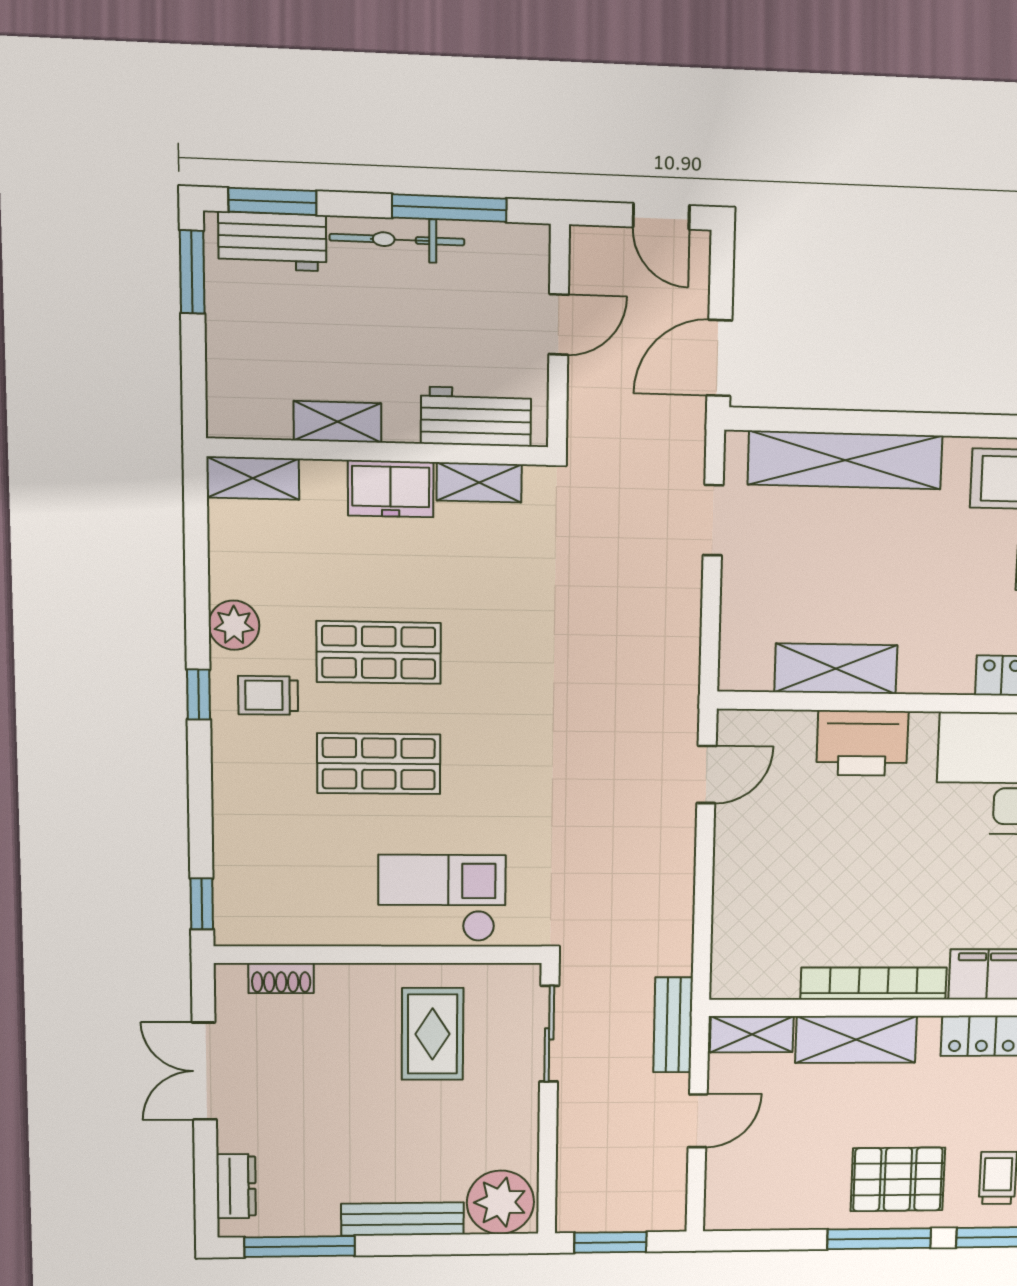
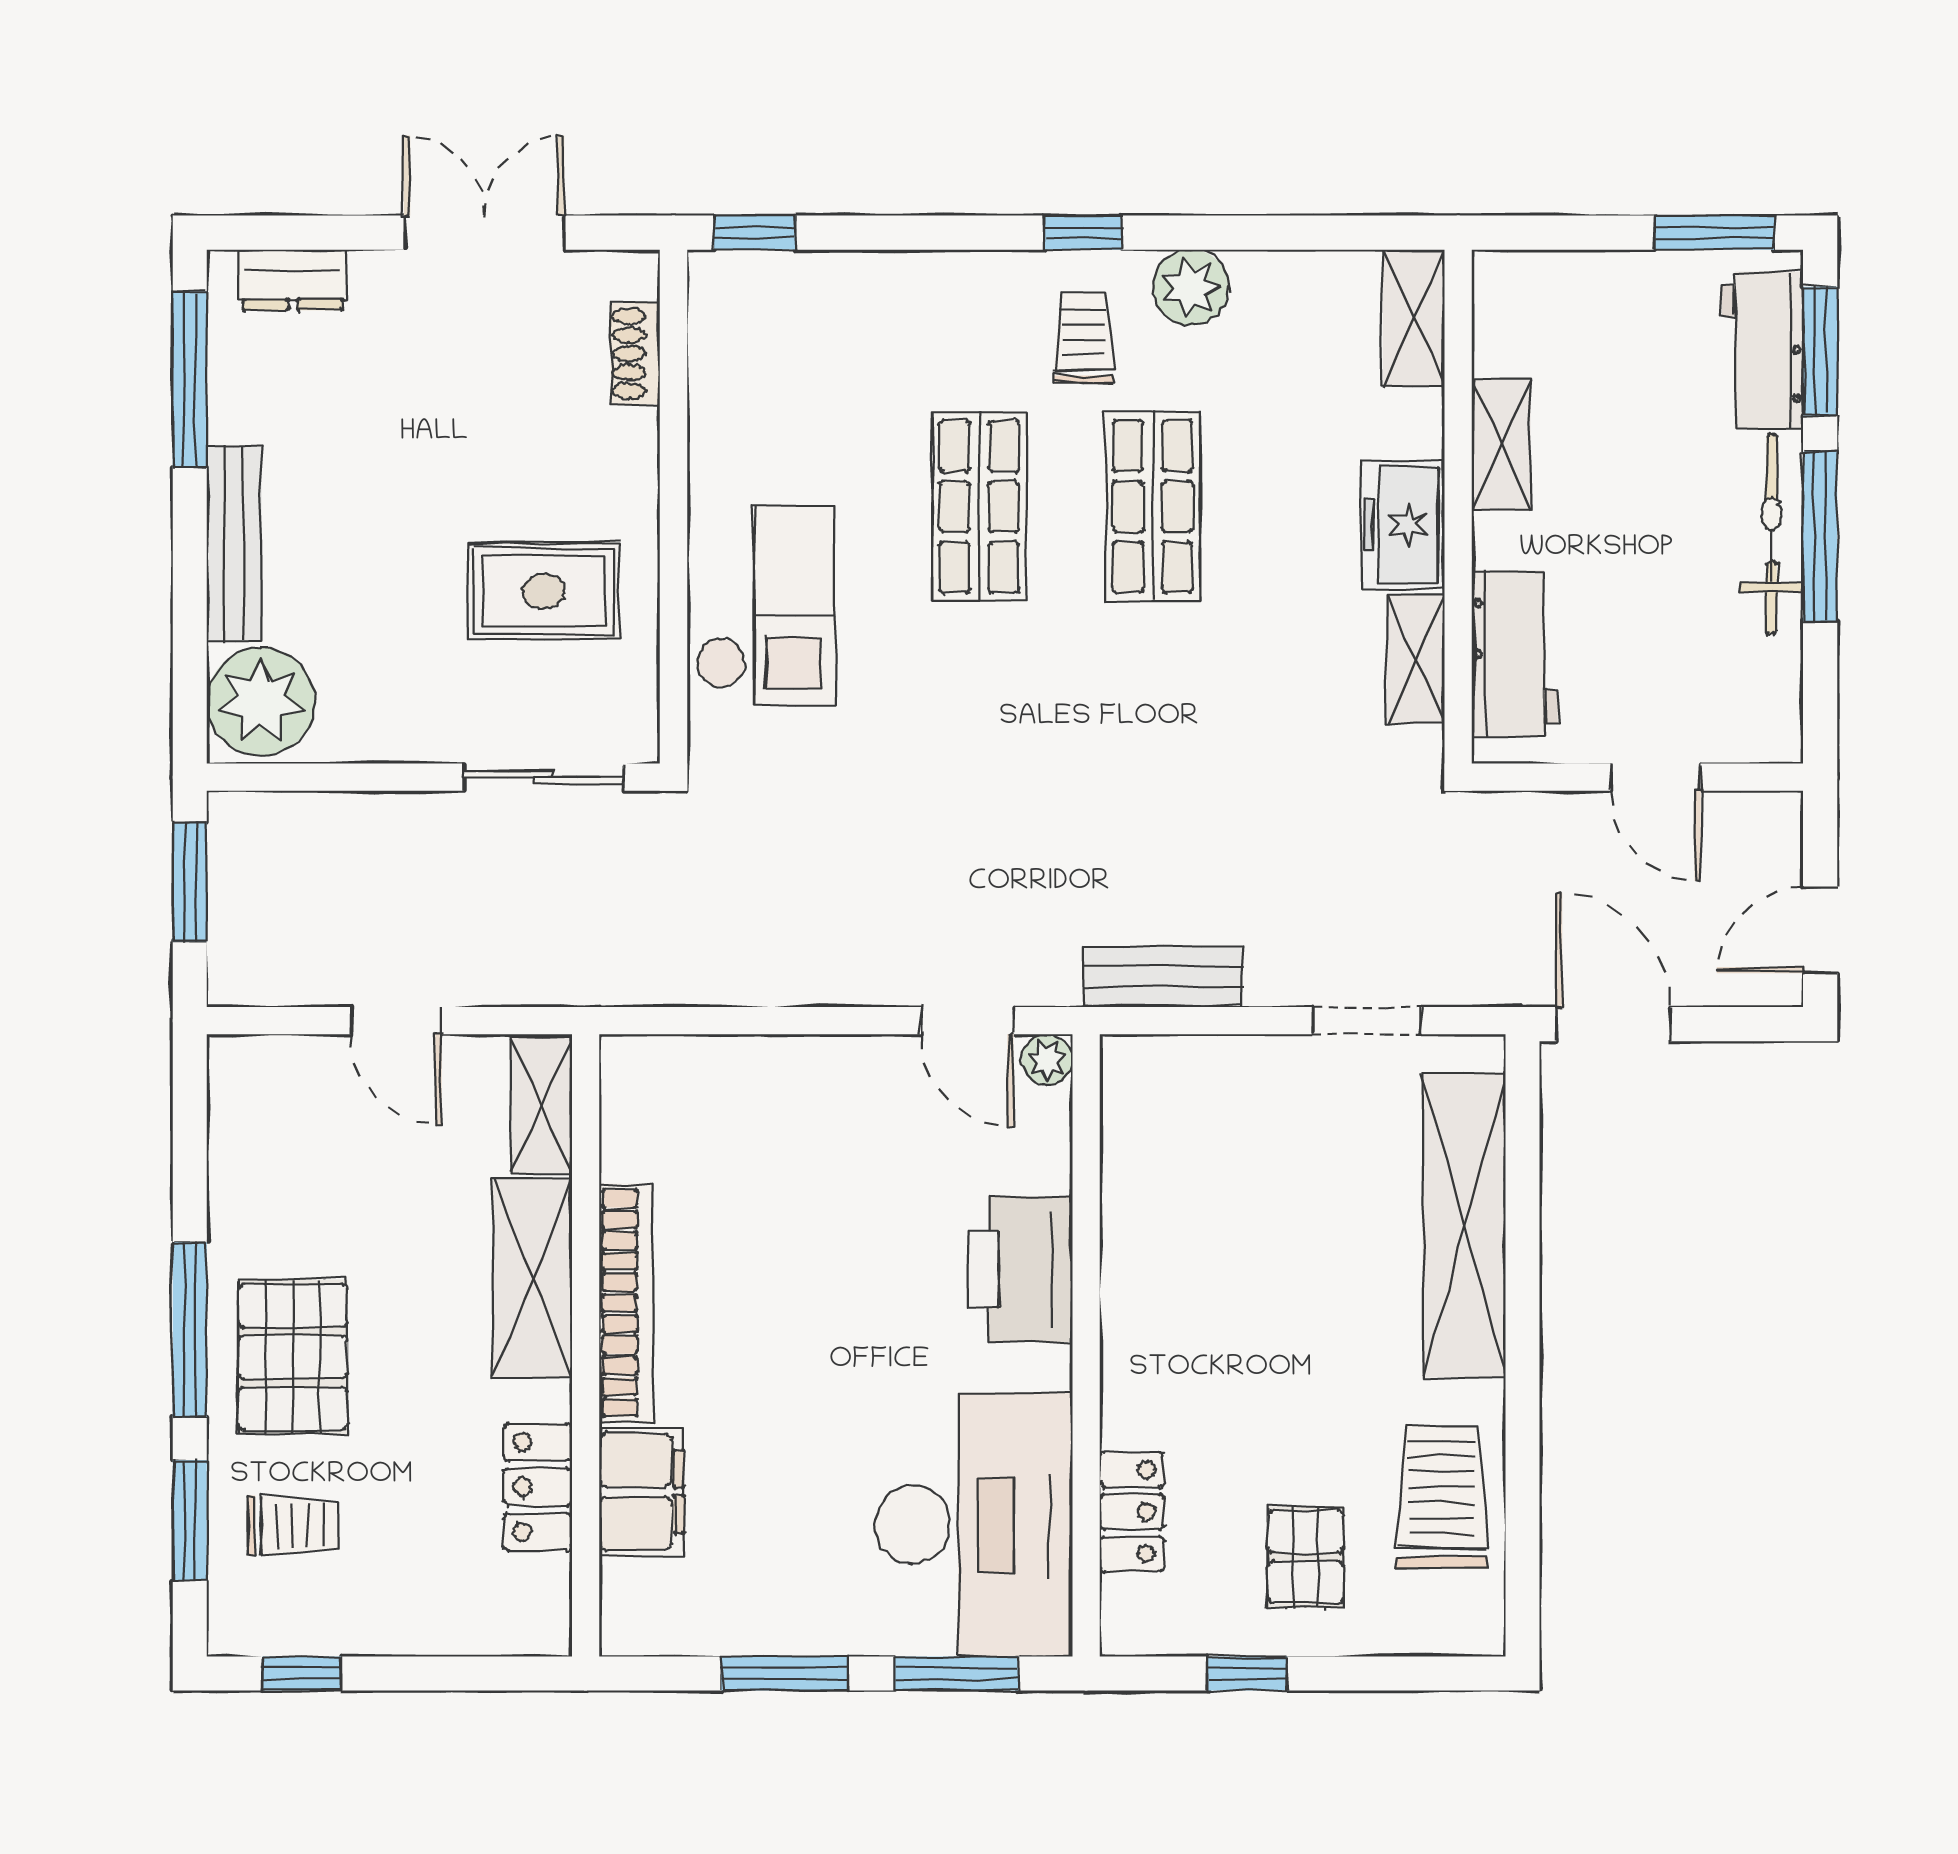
window: (449, 208) -> (1820, 537), moved
shelving: (836, 669) -> (1139, 1222), removed
plant: (732, 725) -> (1047, 1060), added
bench: (673, 1025) -> (1163, 977), moved

